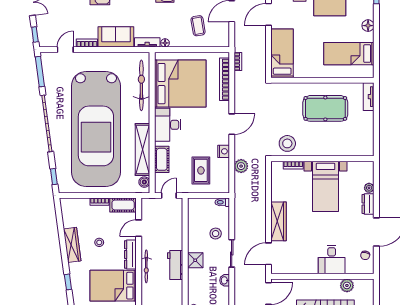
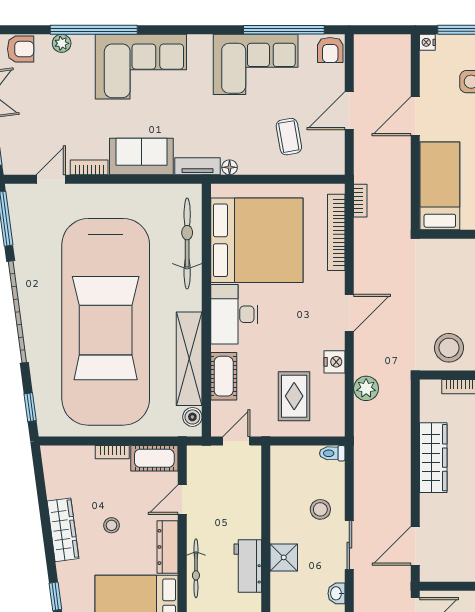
wardrobe: (279, 221) -> (433, 458), moved

